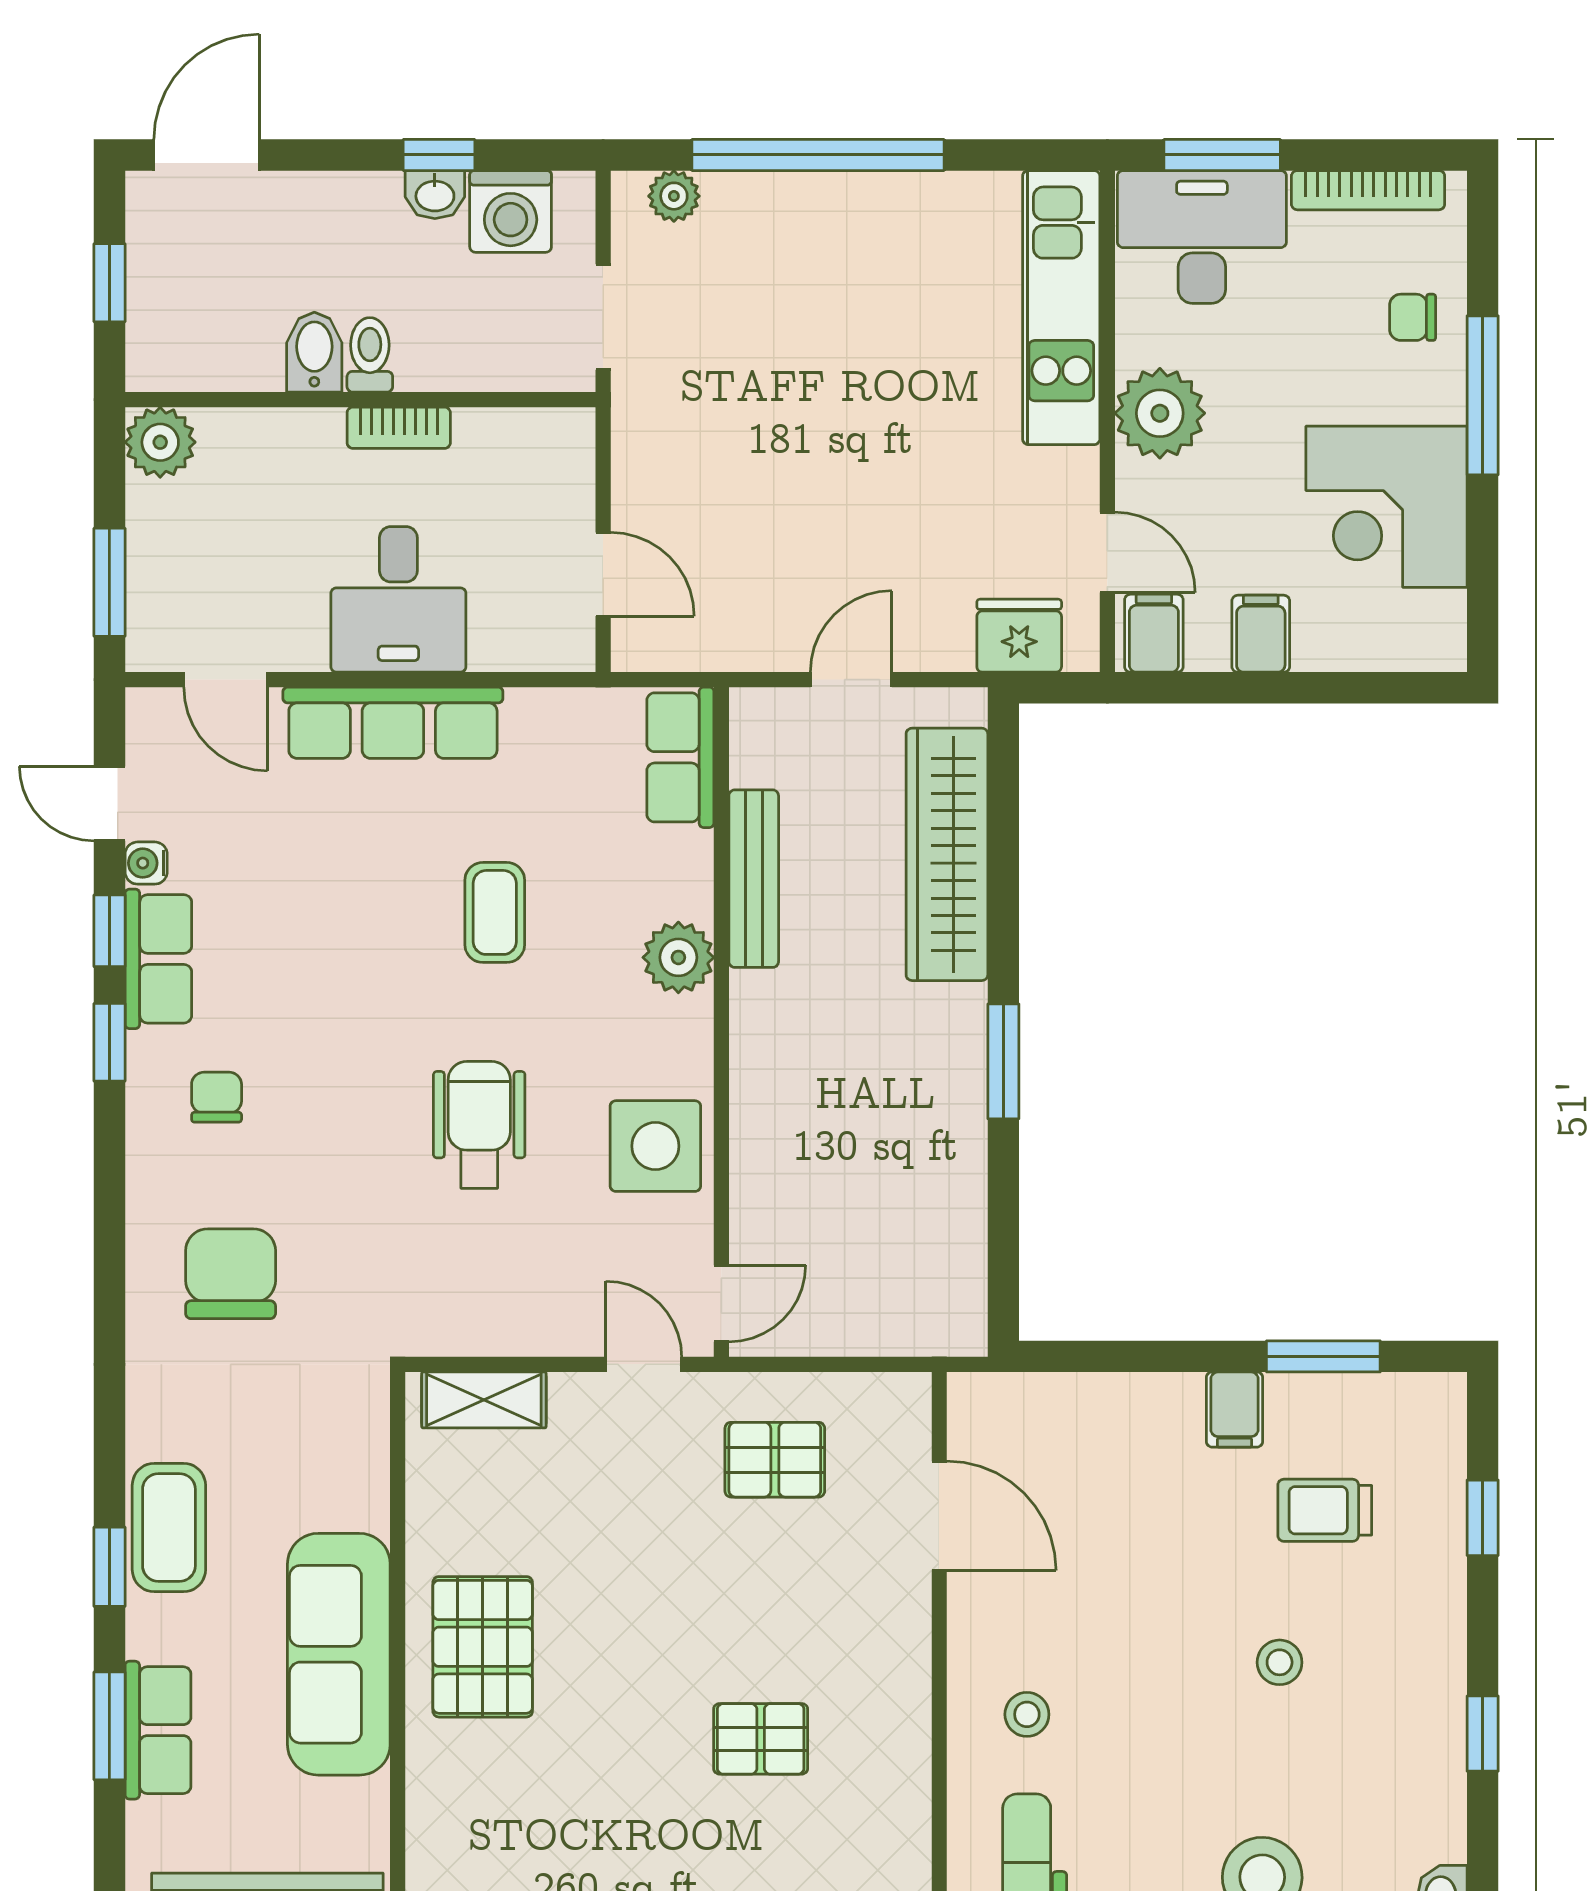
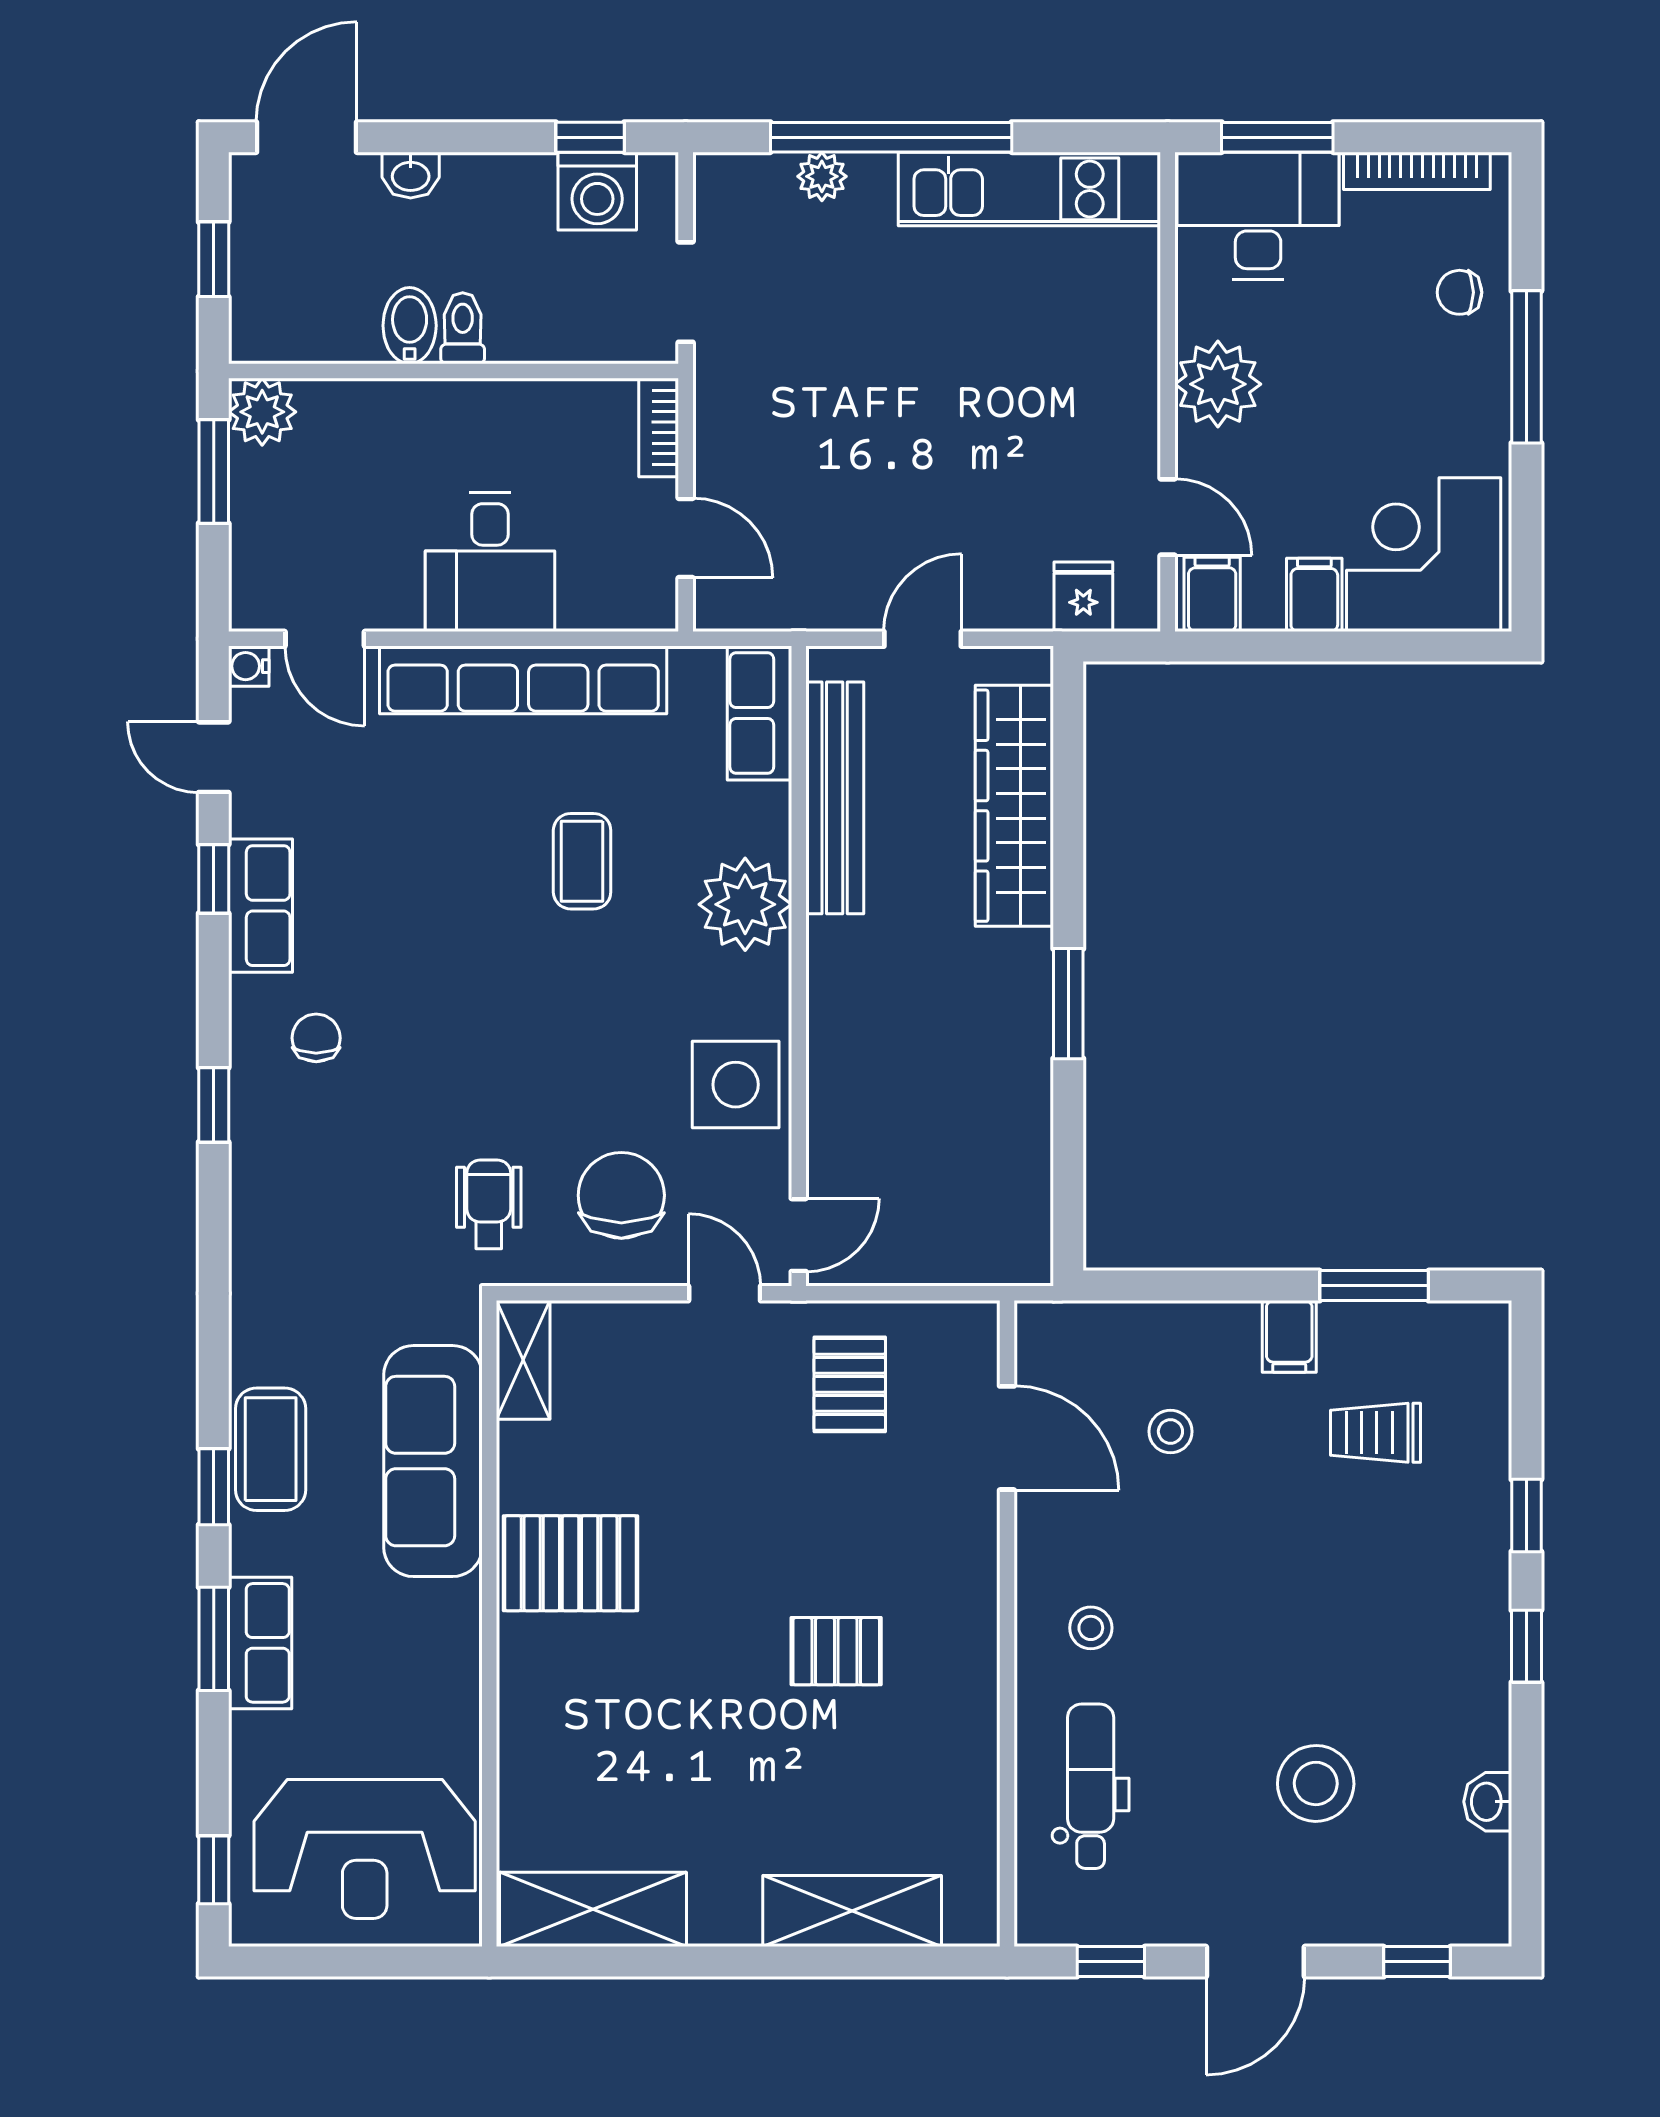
window: (439, 155) -> (590, 137), moved
washbasin: (435, 195) -> (411, 175), moved
plant: (674, 196) -> (822, 176), moved
kitchen unit: (1061, 308) -> (1029, 189), moved, turned -90
bookcase: (399, 428) -> (659, 428), moved, turned 90
corner desk: (1387, 507) -> (1424, 555), moved, turned 90
window: (109, 582) -> (214, 472), moved
fridge: (1019, 636) -> (1083, 597), width x0.72
row of seats: (393, 723) -> (523, 680), width x1.36
water cooler: (146, 863) -> (249, 666), moved
bench: (754, 879) -> (835, 798), width x1.37, depth x1.21
plant: (678, 957) -> (745, 904), width x1.36, depth x1.36
window: (109, 1042) -> (214, 1105), moved
wheelchair: (479, 1125) -> (489, 1204), moved, width x0.73, depth x0.73
chair: (231, 1274) -> (621, 1195), moved
shelving: (484, 1400) -> (523, 1360), moved, turned 90
pallet: (775, 1460) -> (850, 1384), turned 90
window: (1483, 1518) -> (1526, 1516), moved
pallet: (483, 1647) -> (571, 1563), turned 90
sofa: (339, 1654) -> (433, 1461), moved
stool: (1280, 1662) -> (1170, 1431), moved

